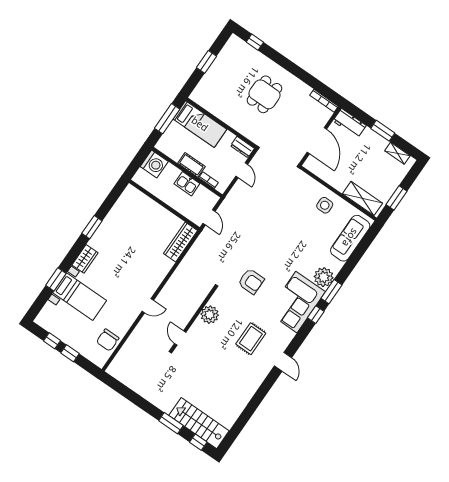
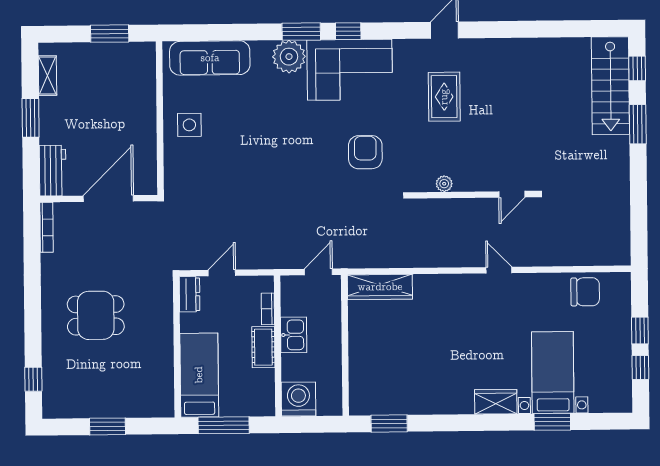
shelving: (362, 198) -> (143, 80), removed
window: (92, 227) -> (389, 423), moved
plant: (210, 315) -> (444, 184), width x0.53, depth x0.53
rug: (251, 339) -> (444, 97), turned 90

